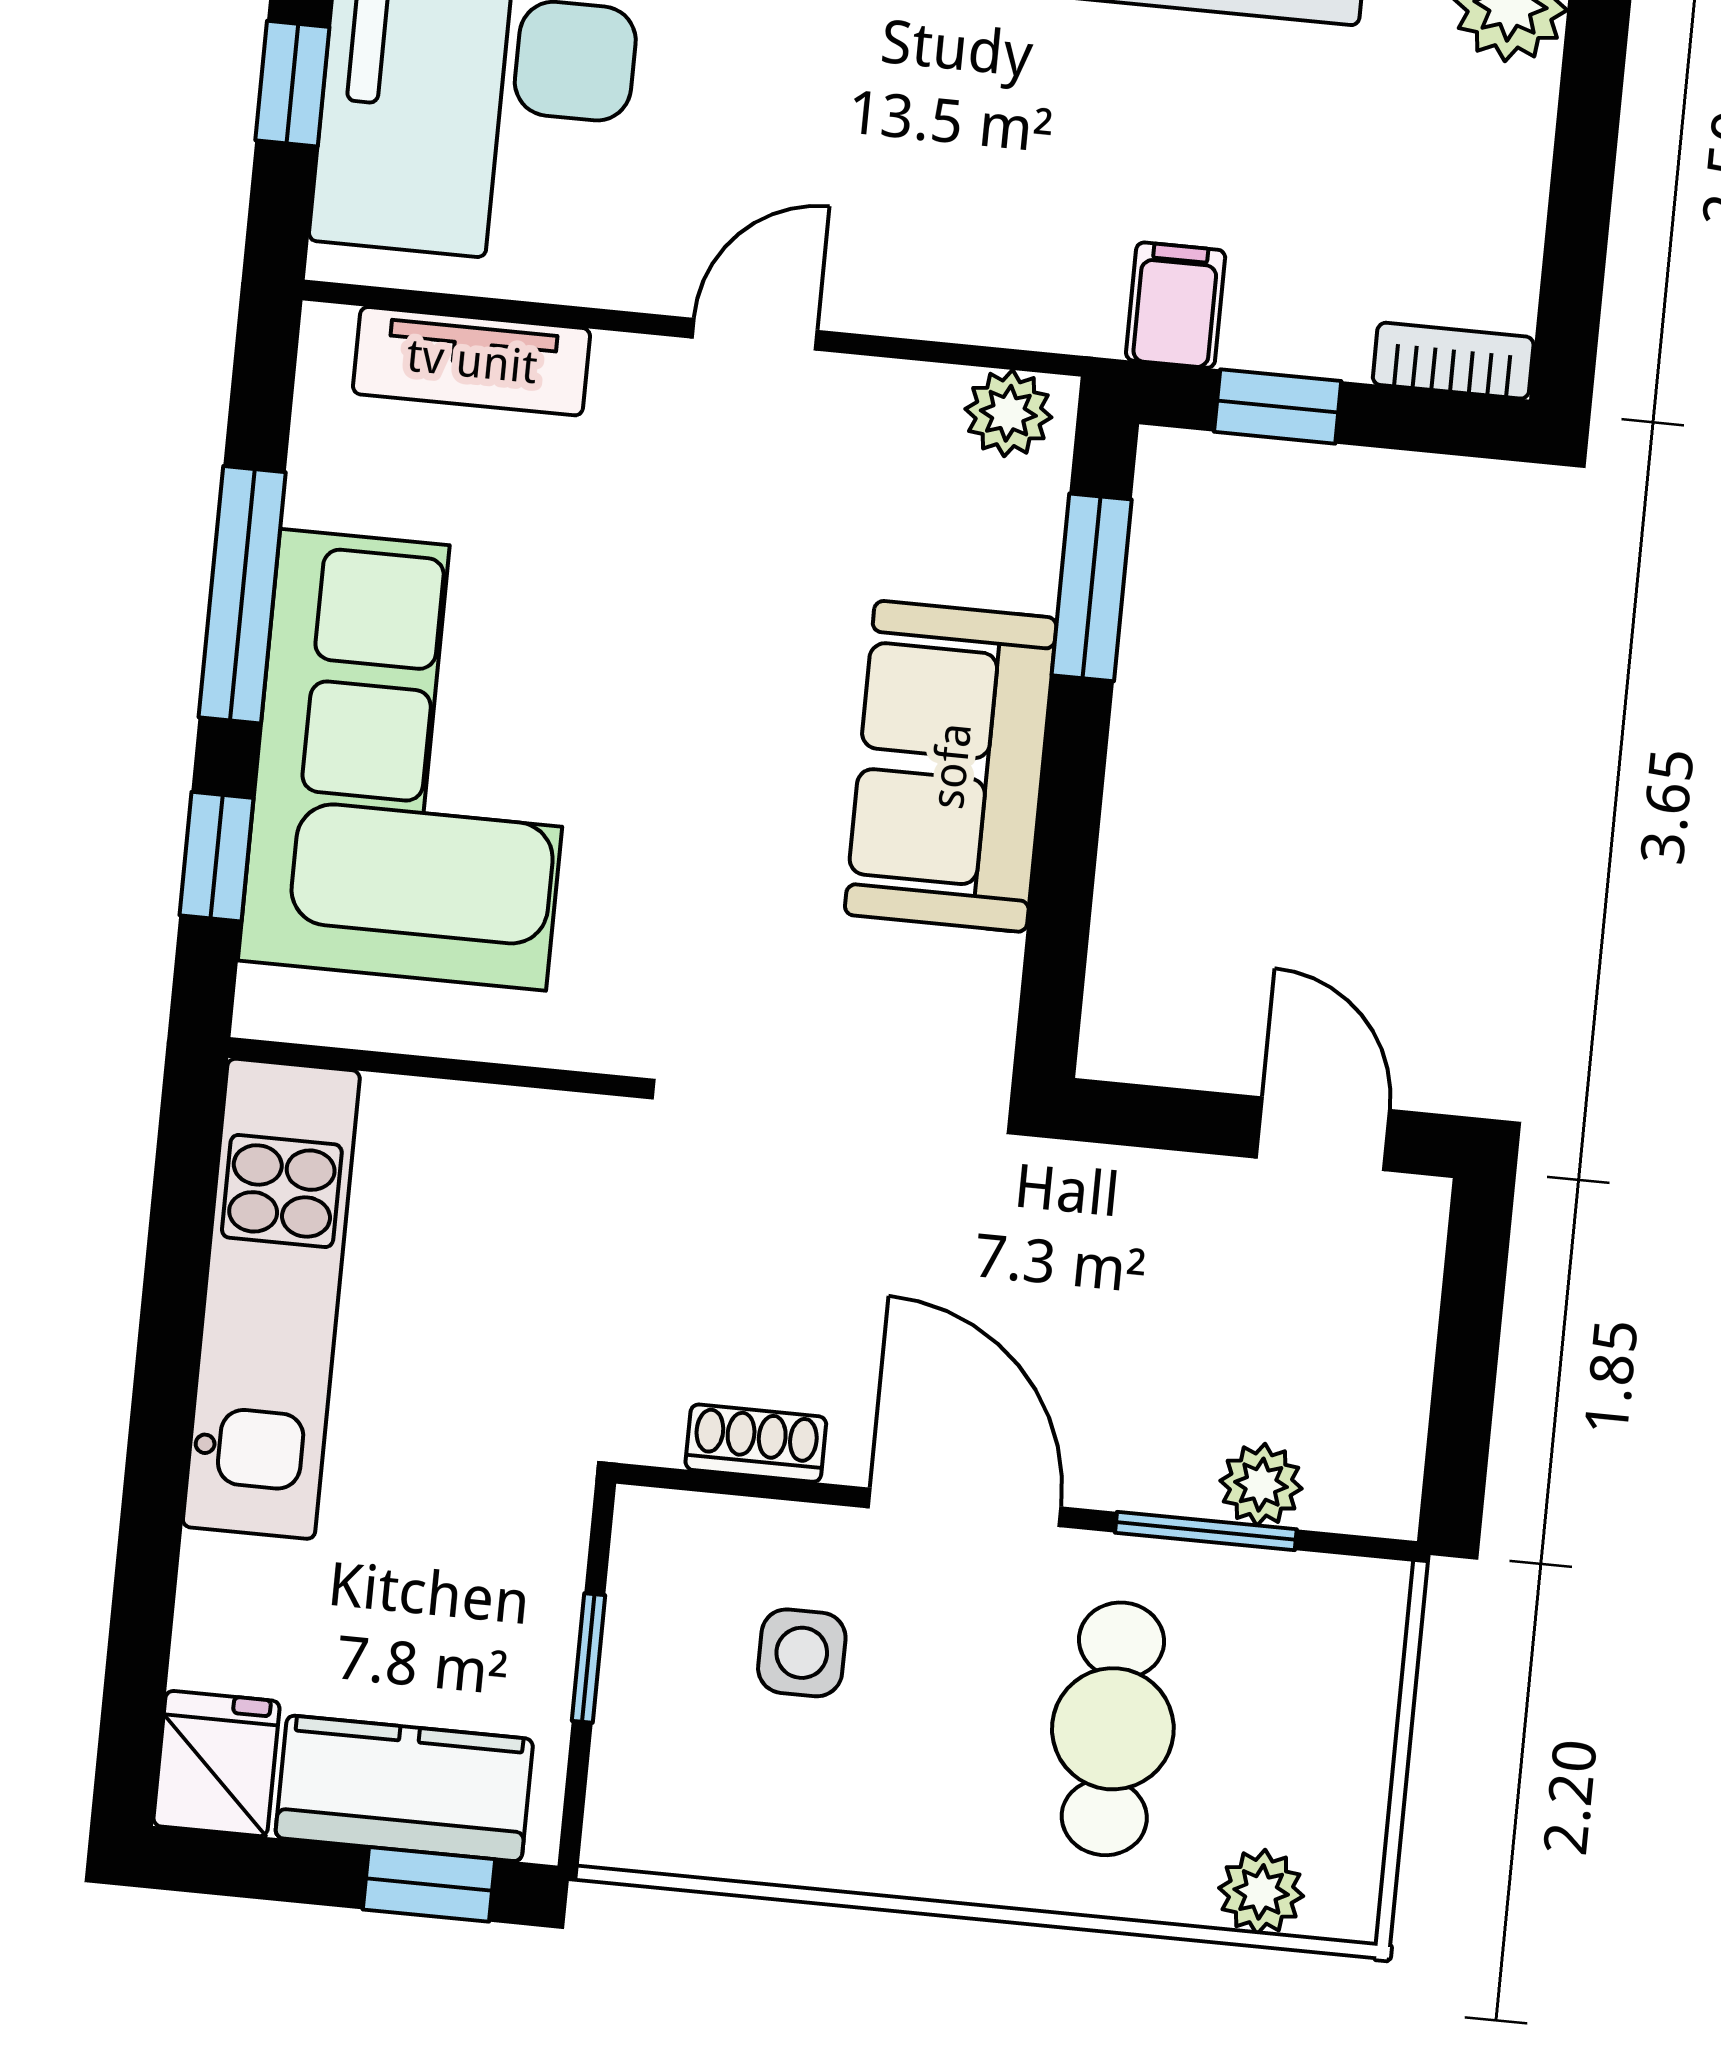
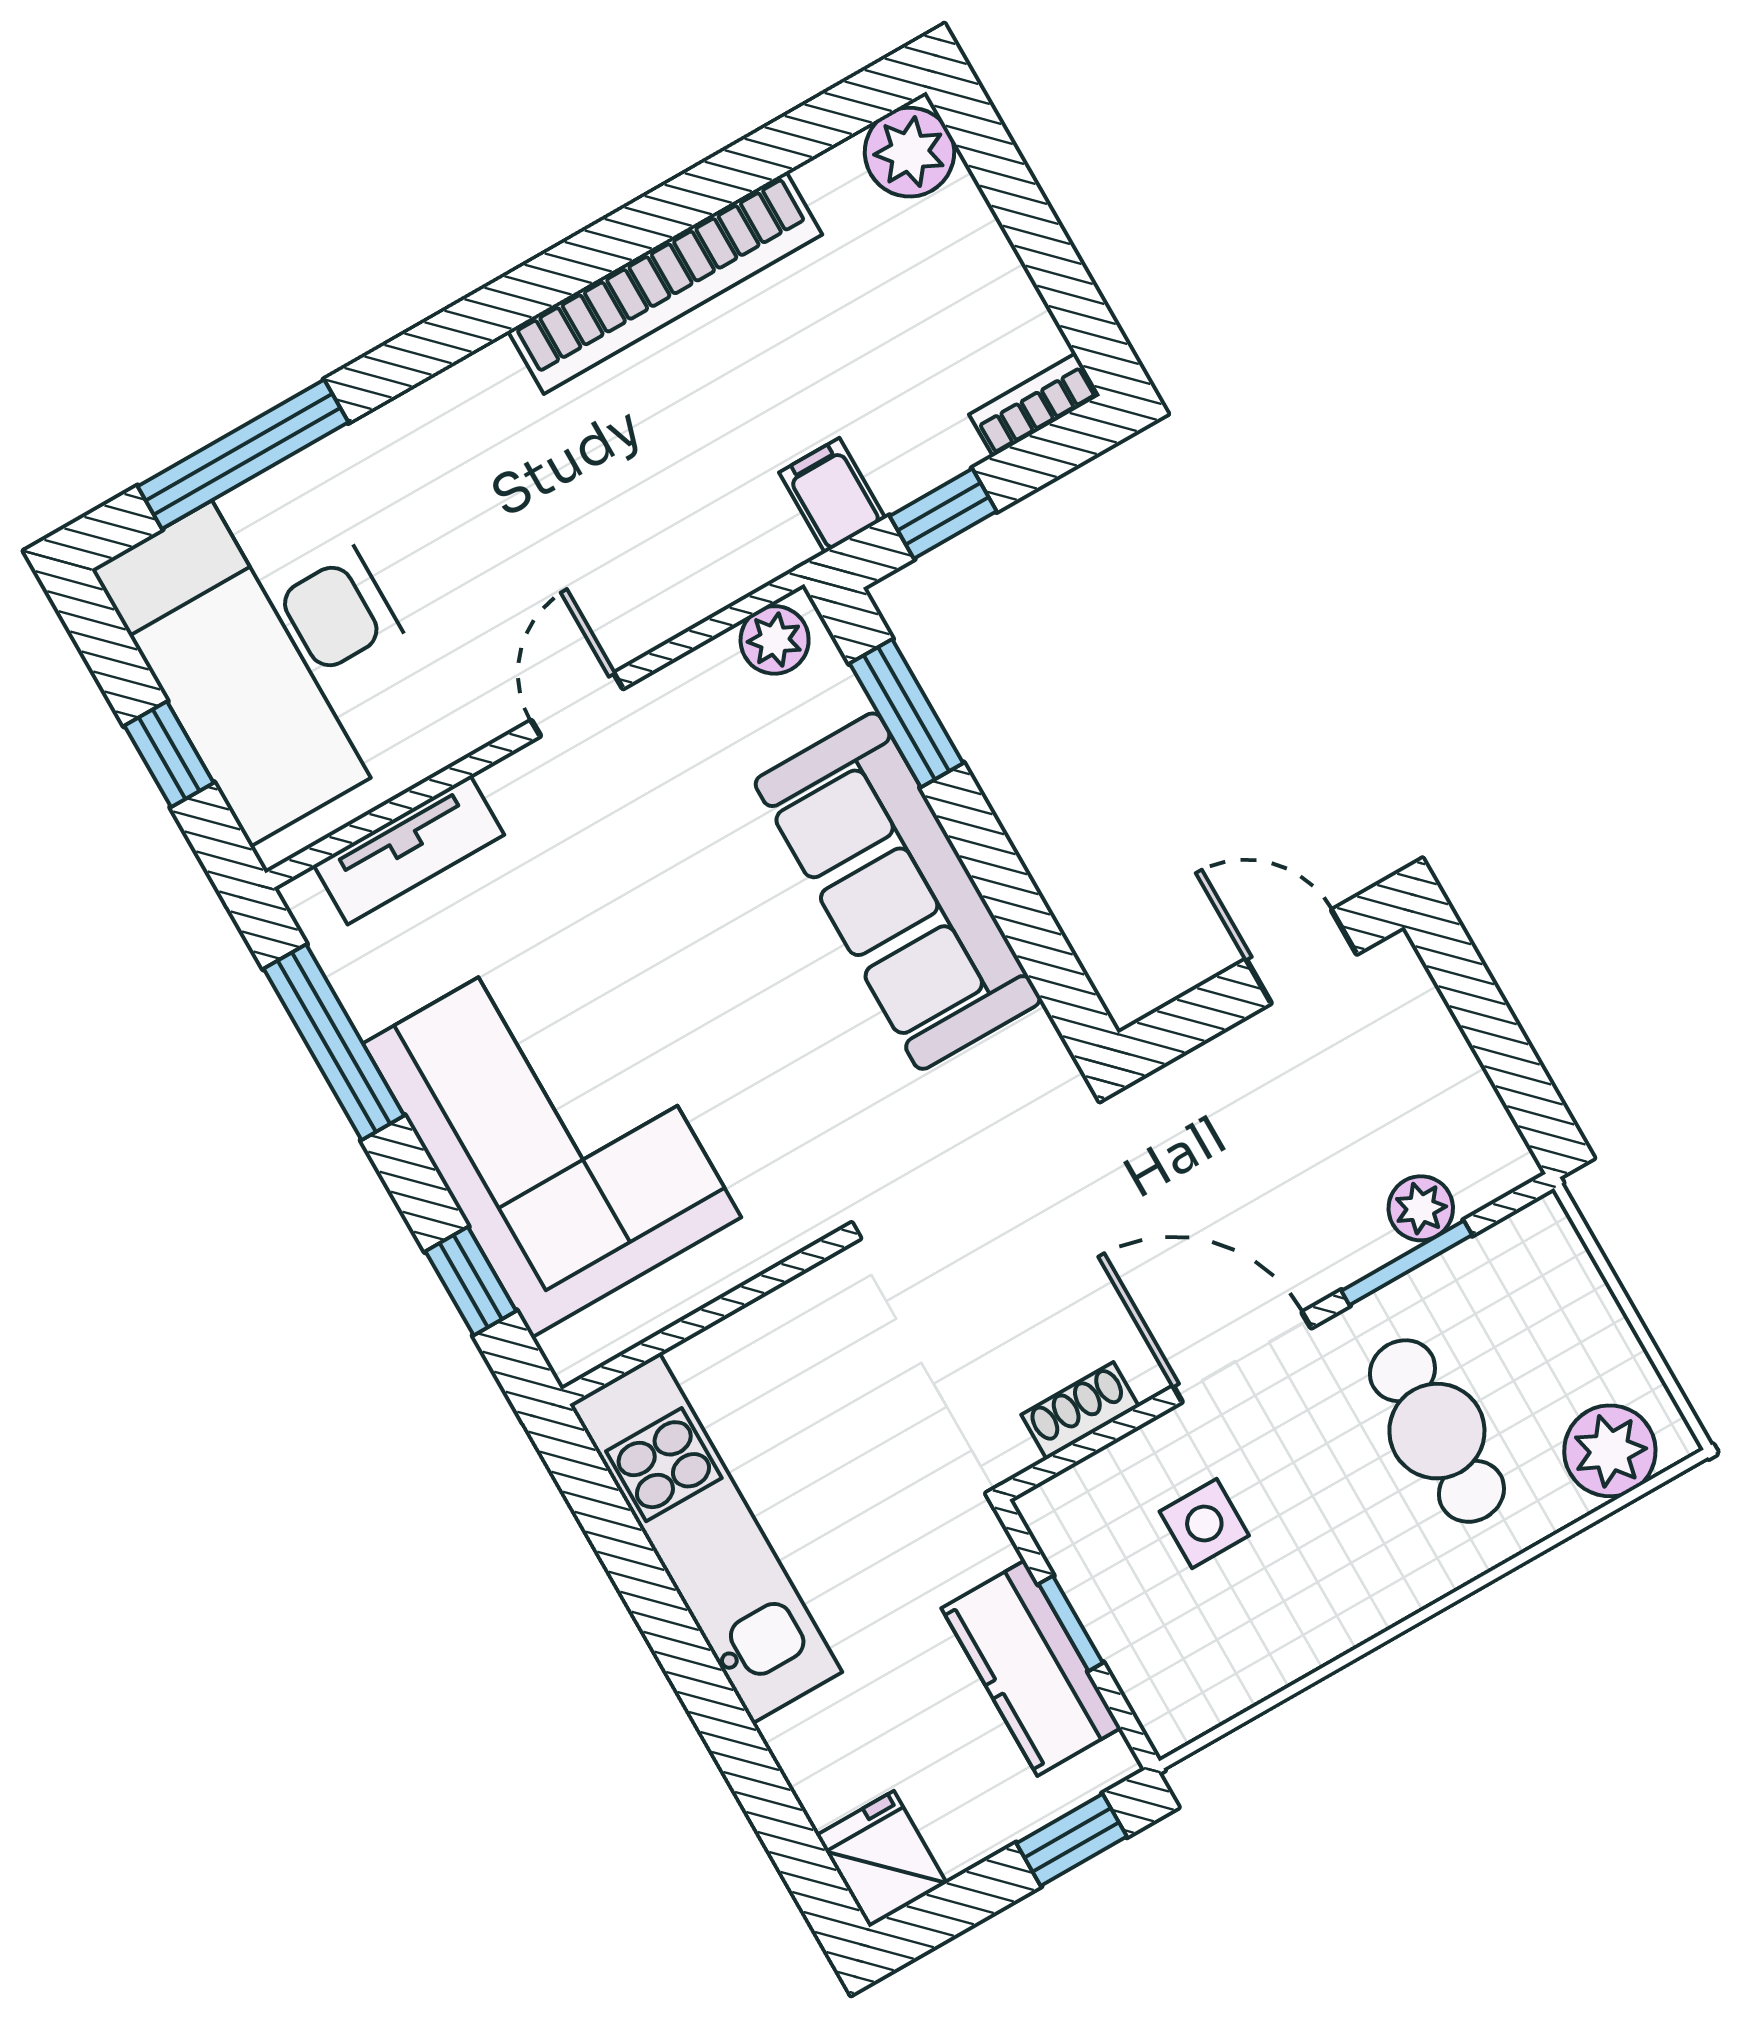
window: (242, 595) -> (334, 1042), moved
sofa: (951, 766) -> (898, 891), width x1.36
kitchen counter: (404, 1788) -> (1031, 1668), moved, turned -90
plant: (1261, 1892) -> (1610, 1451), width x1.38, depth x1.38

